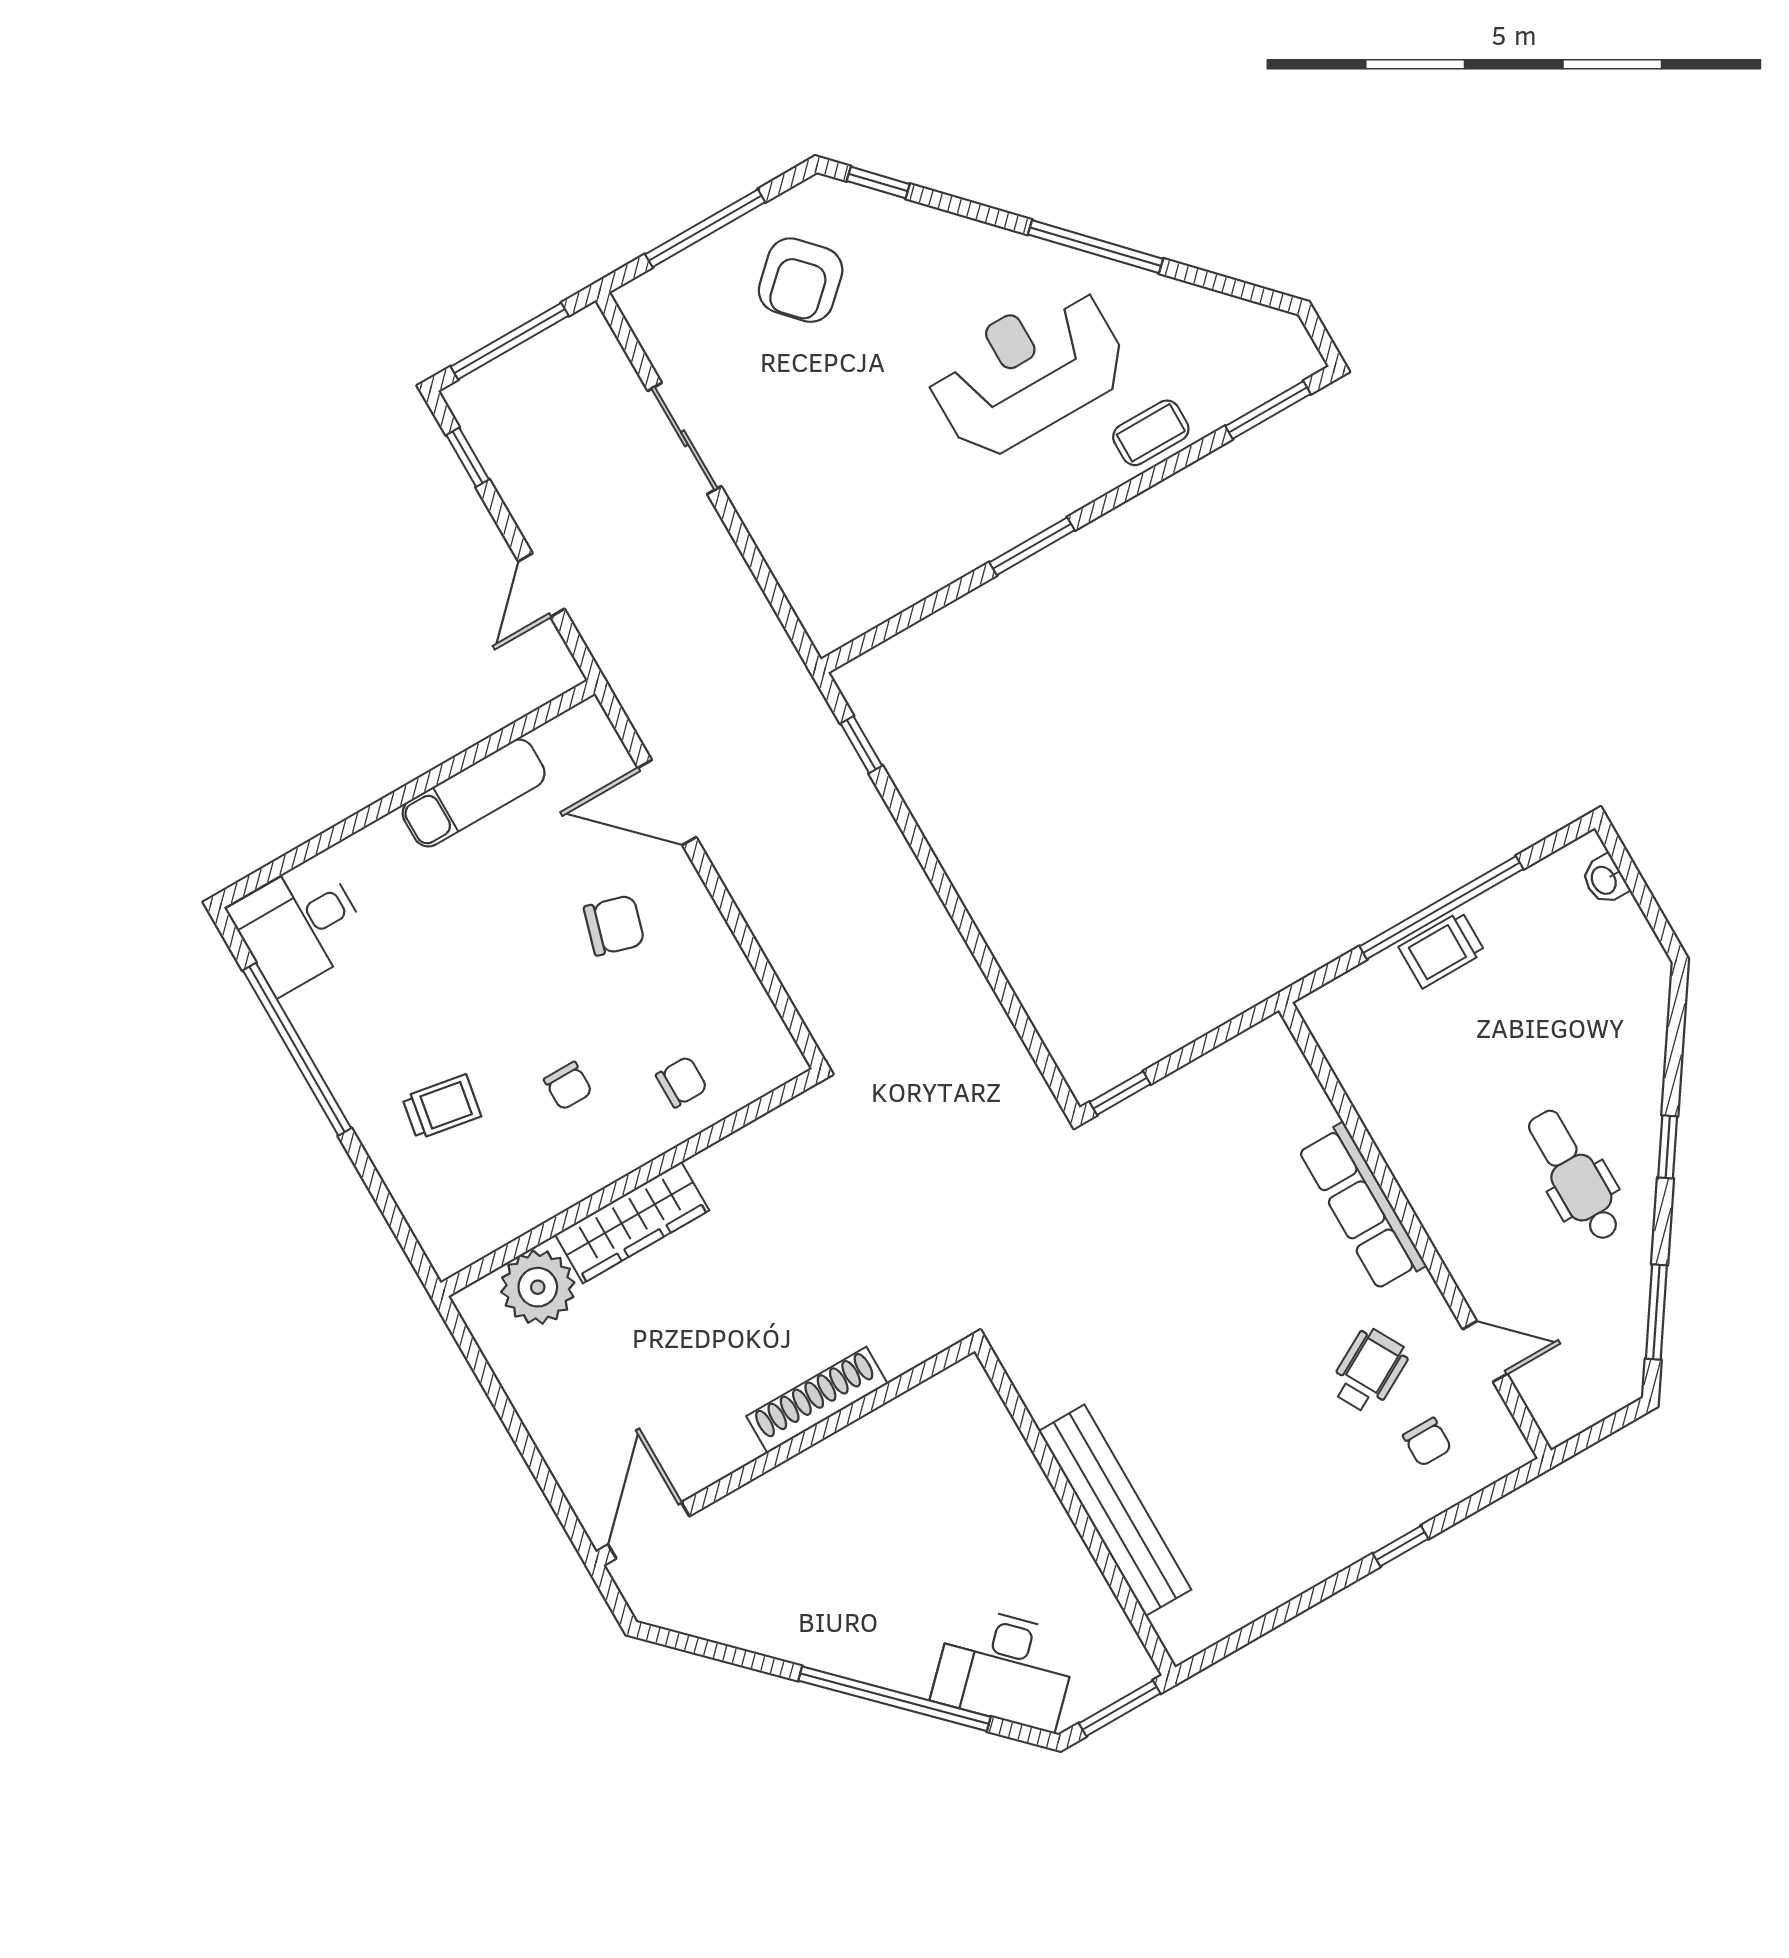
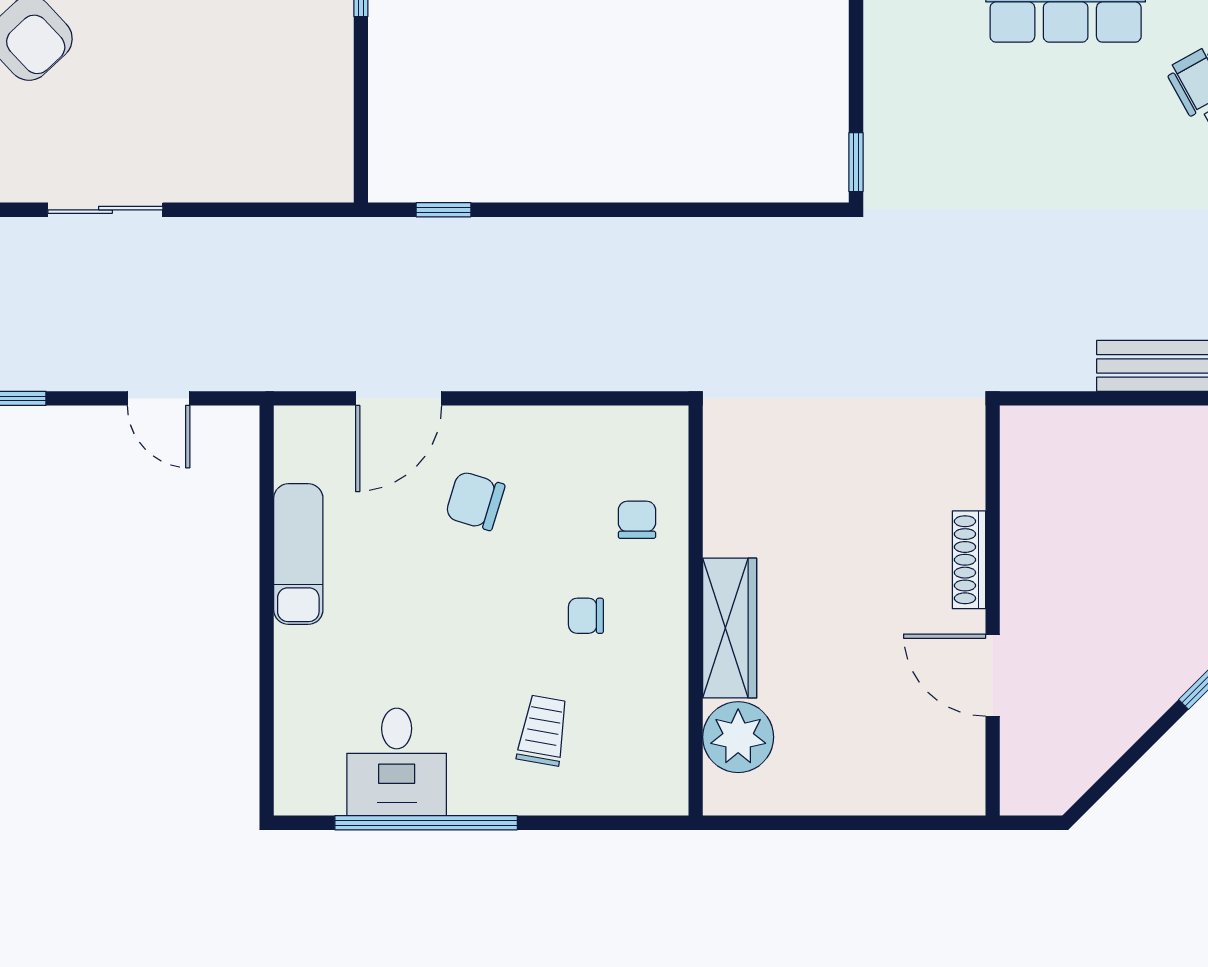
chair: (614, 925) -> (475, 501), turned -89
desk: (299, 926) -> (397, 762), moved
chair: (568, 1086) -> (586, 616), turned 180
shoe rack: (817, 1400) -> (969, 560), width x0.74, depth x0.81
door: (649, 1530) -> (993, 675), moved

